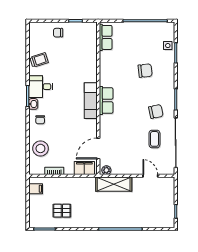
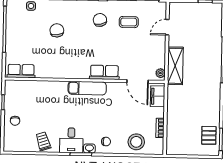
row of seats: (106, 100) -> (104, 72), moved
filing cabinet: (36, 189) -> (178, 148), removed
pallet: (62, 211) -> (209, 135), moved

